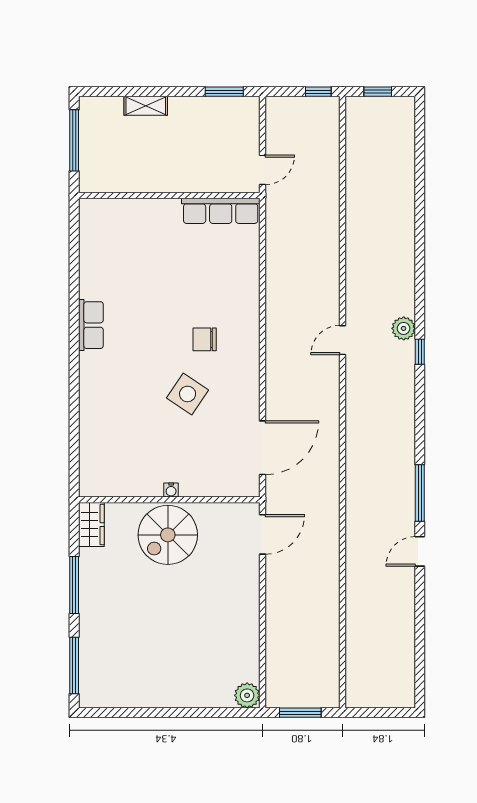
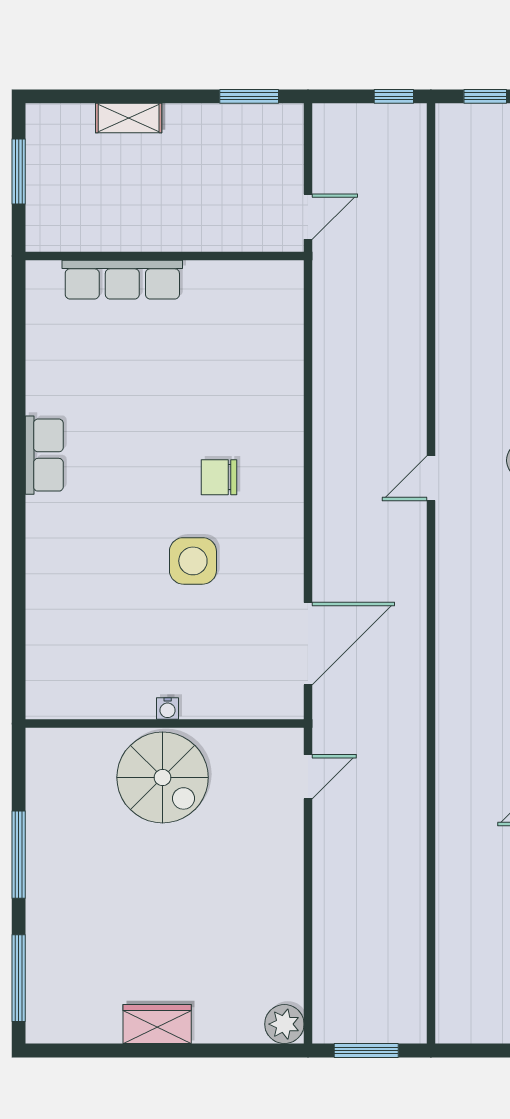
window: (74, 140) -> (19, 171), width x0.69
row of seats: (221, 211) -> (122, 280), moved
side table: (188, 394) -> (193, 561), turned -34
wardrobe: (91, 525) -> (157, 1024), moved, turned -90
door: (263, 534) -> (308, 777), width x0.73
spiral stairs: (168, 535) -> (163, 777), turned -90

